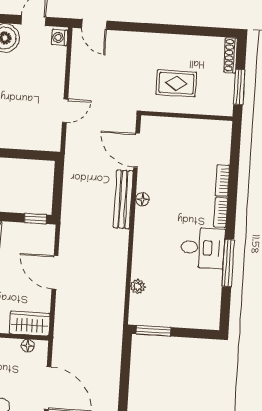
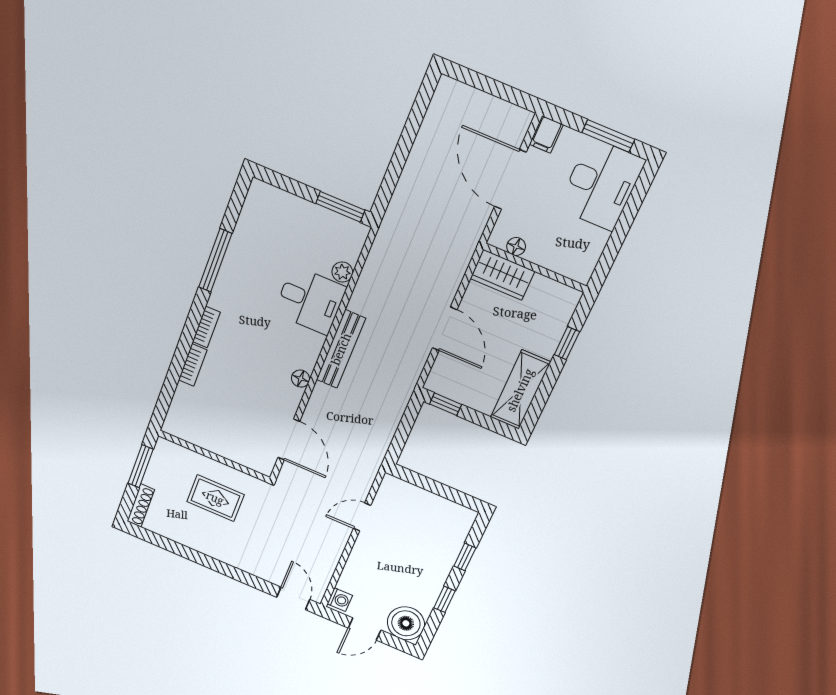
bench: (123, 199) -> (341, 349), moved
desk: (203, 248) -> (310, 300), moved, turned 180

